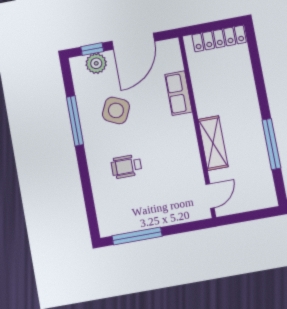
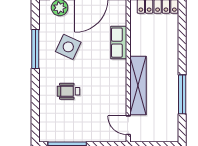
shelving: (213, 143) -> (138, 86), width x1.47
door: (210, 196) -> (128, 125), swing flipped

